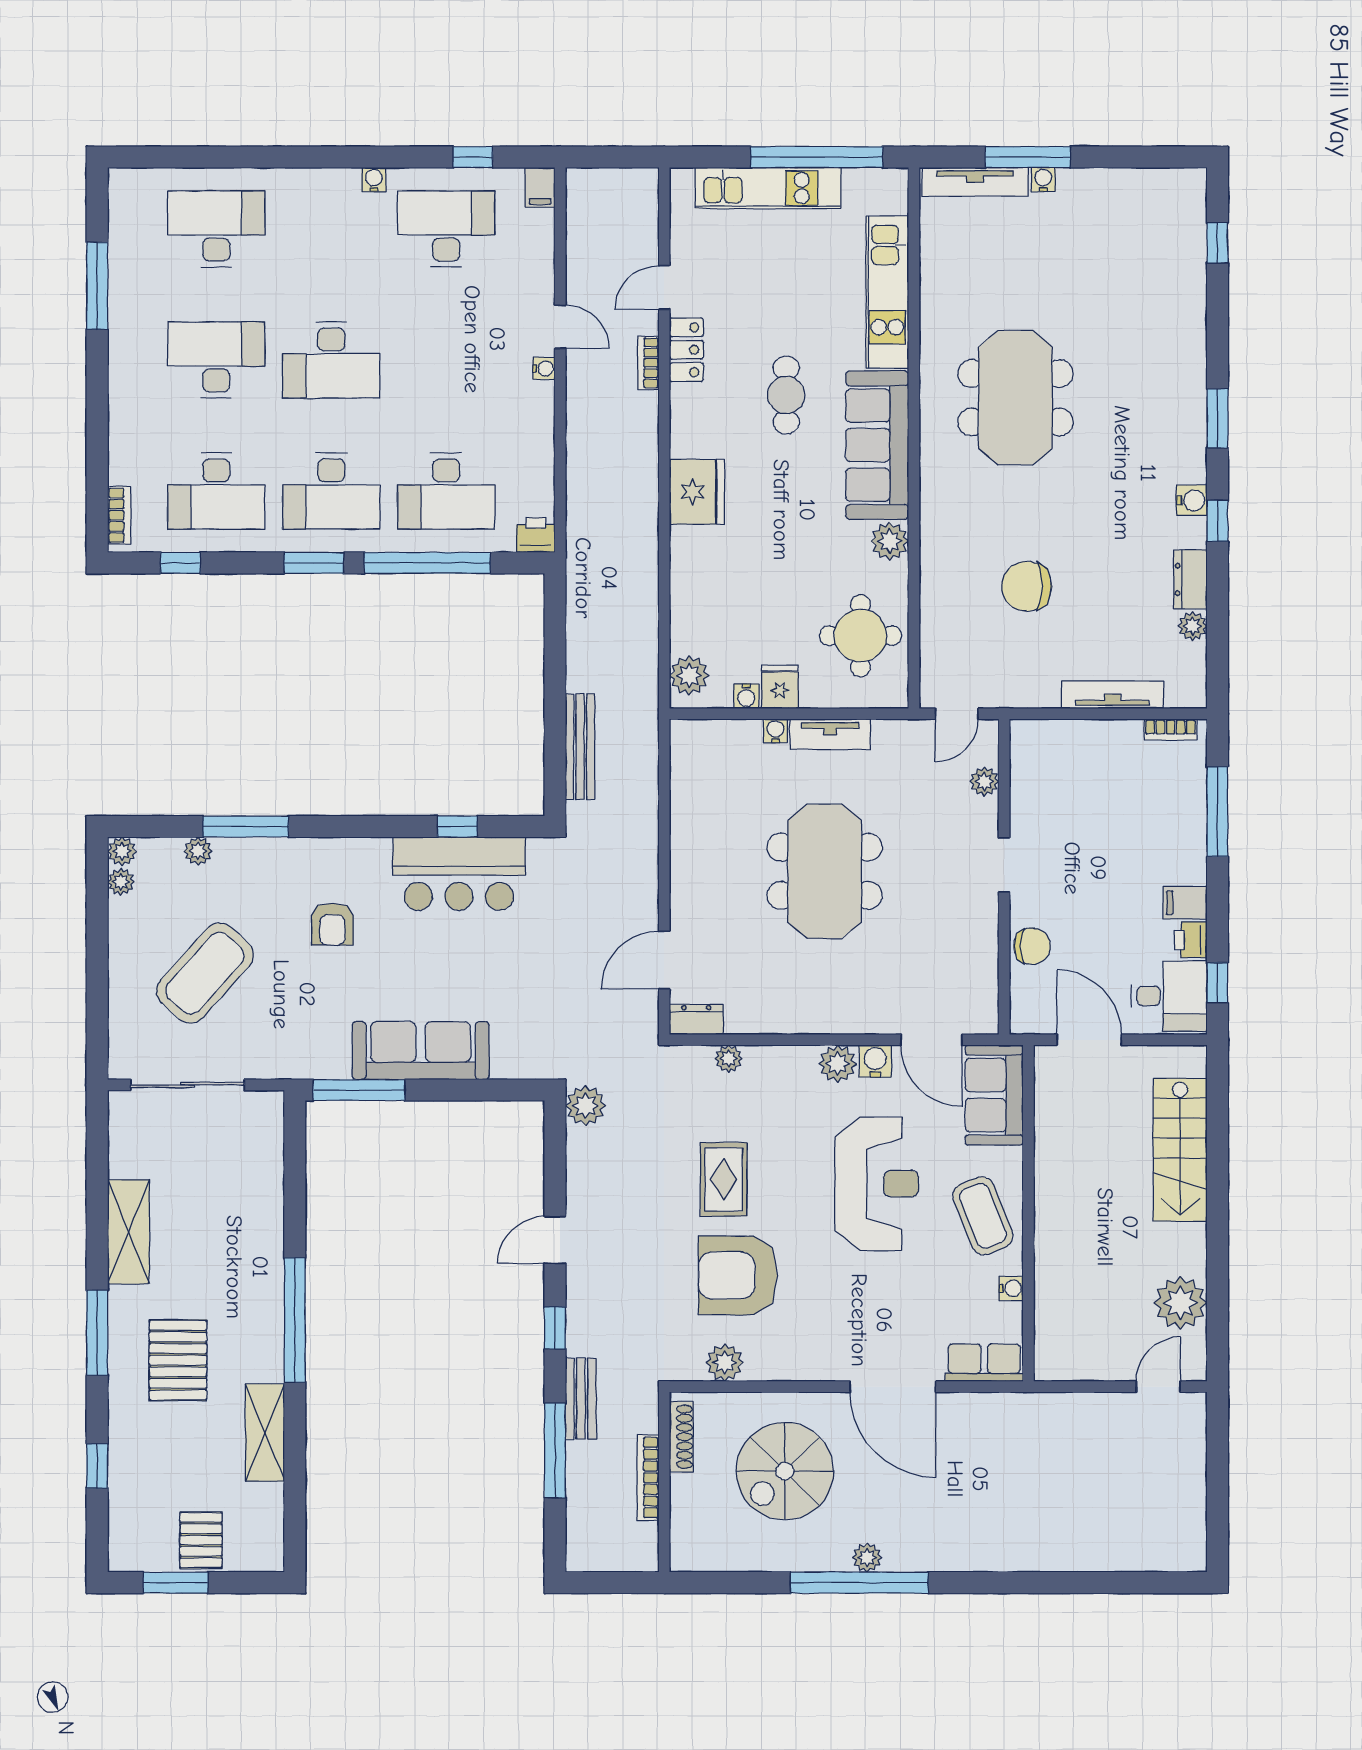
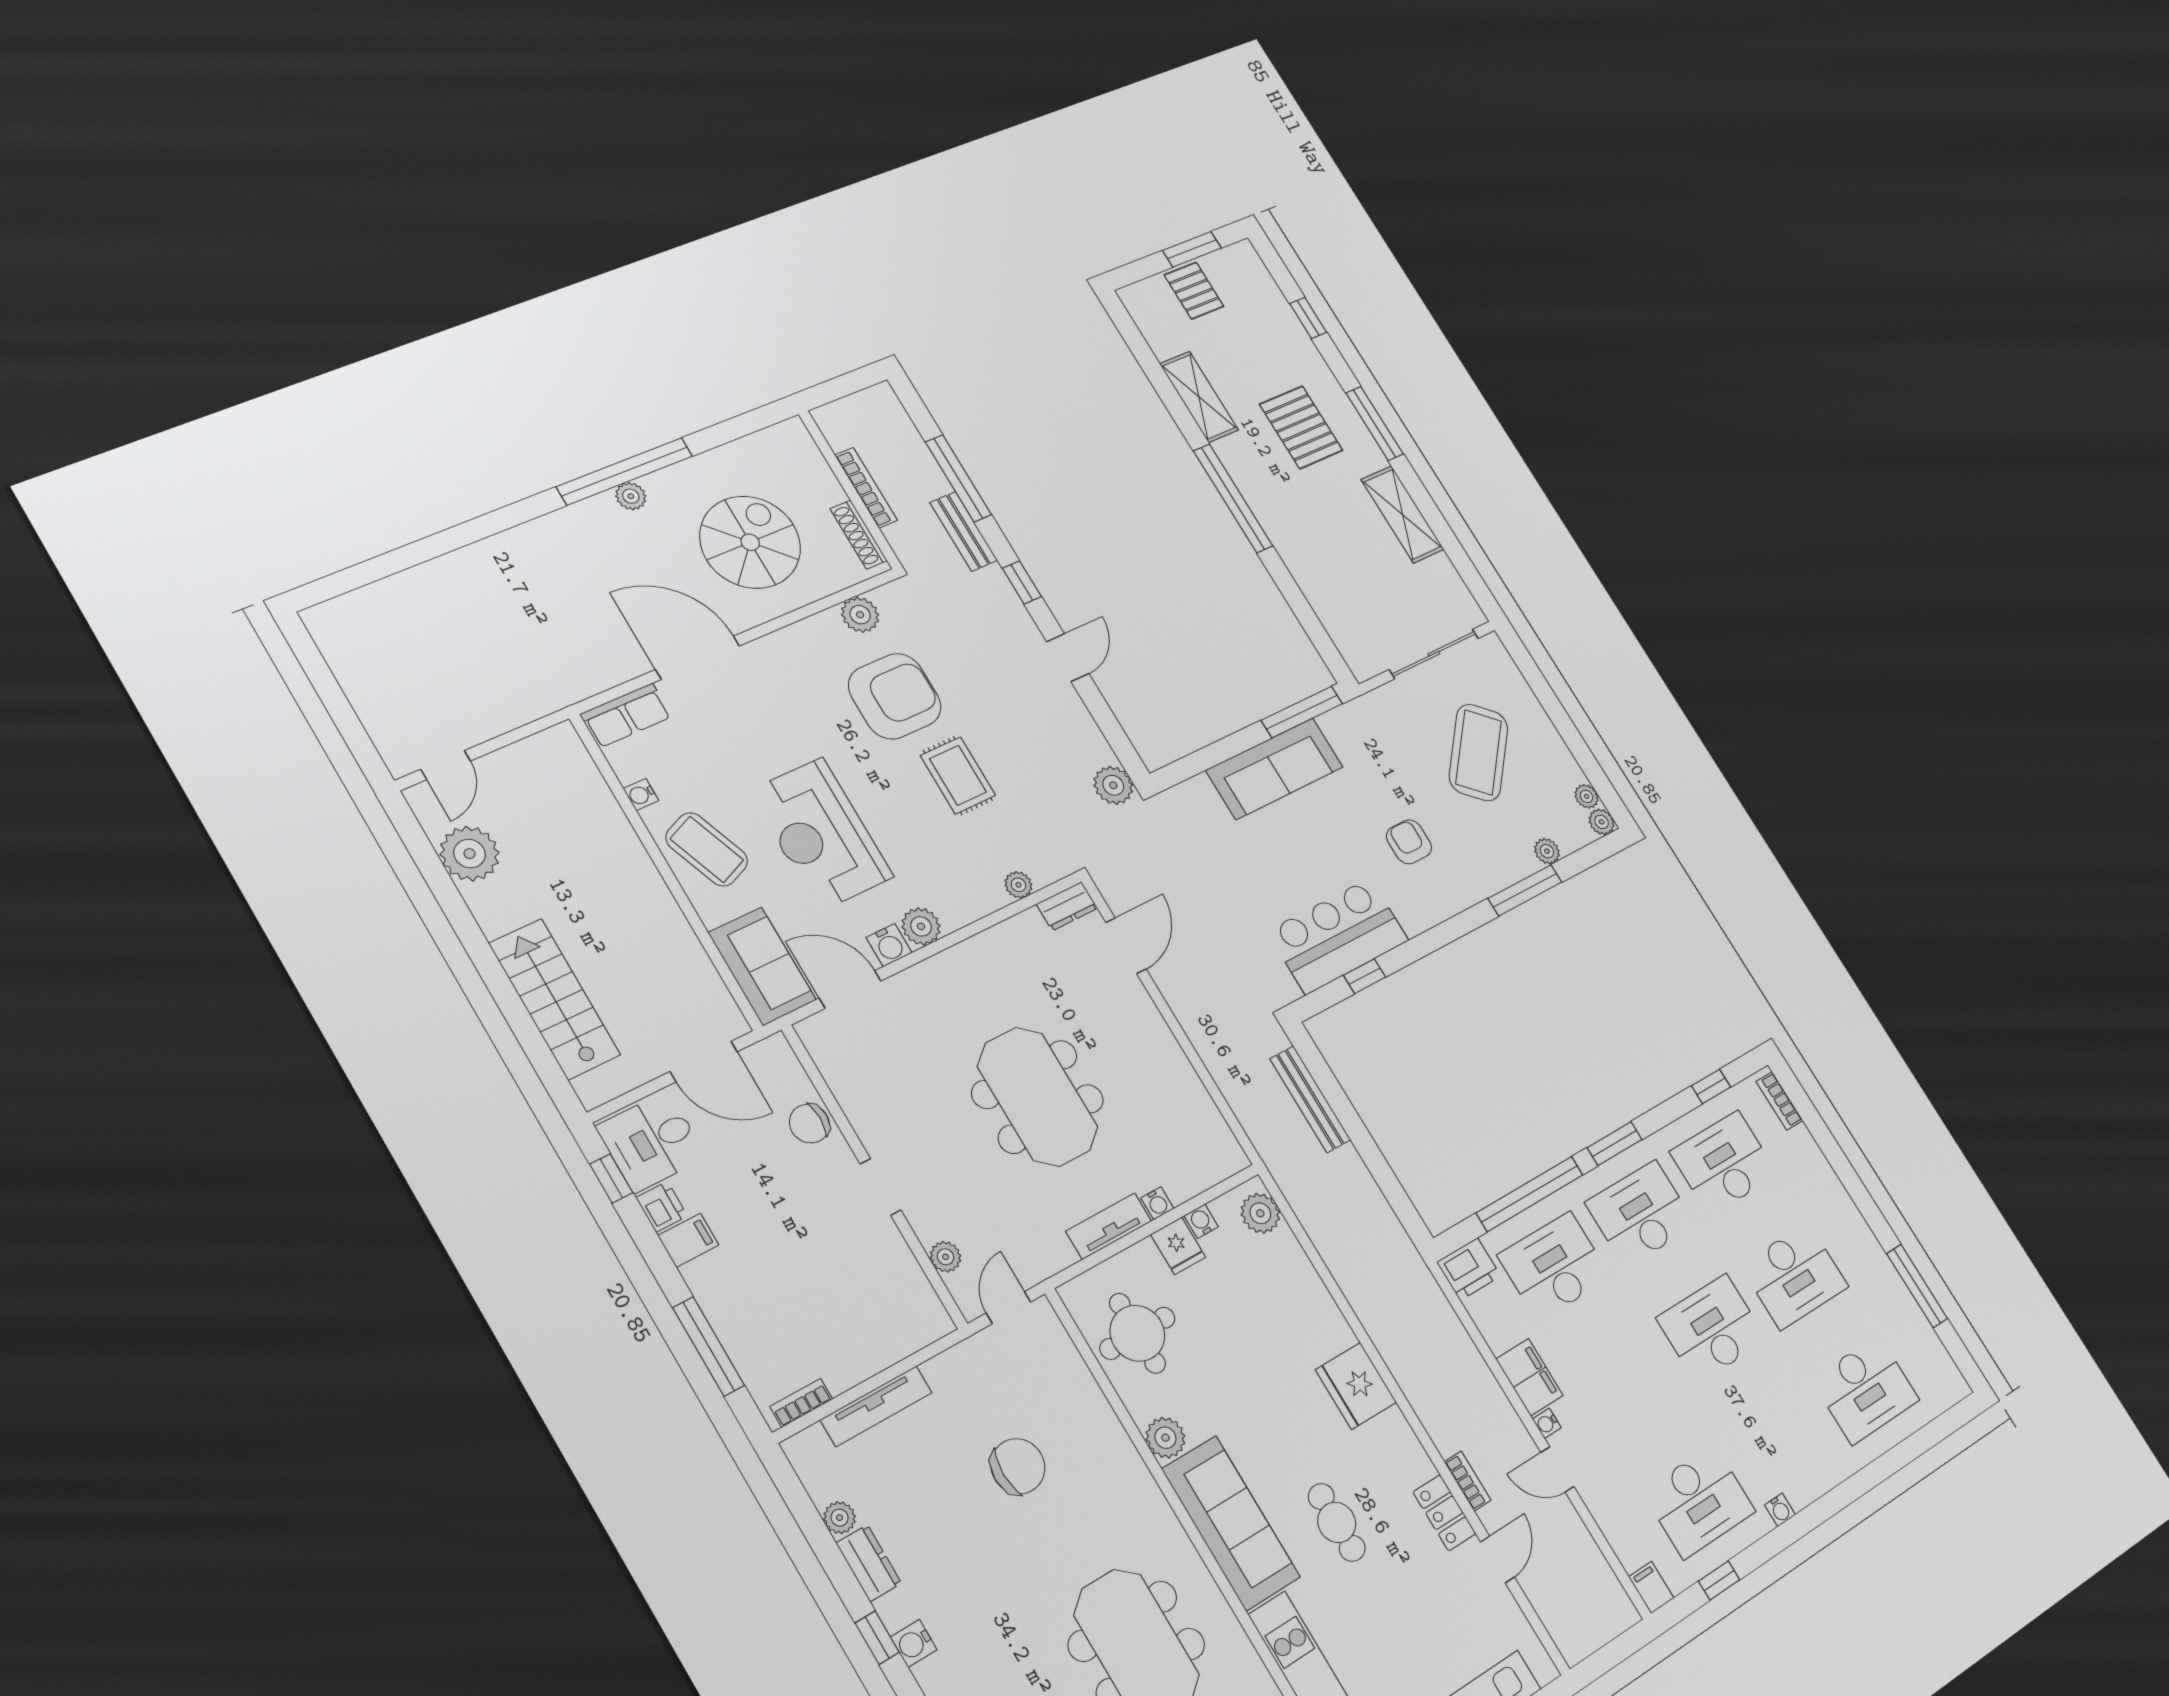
filing cabinet: (534, 414) -> (1529, 1377), added
printer: (536, 535) -> (1469, 1269), width x1.36, depth x1.24

